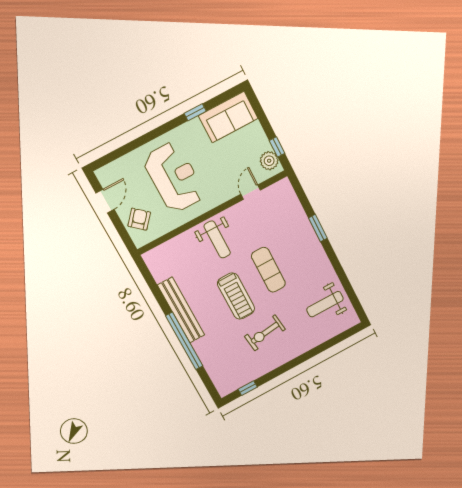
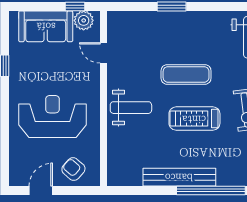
sofa: (228, 117) -> (46, 26), moved, turned 90
door: (105, 201) -> (41, 191), hinge flipped
treadmill: (236, 296) -> (194, 119), turned 180

